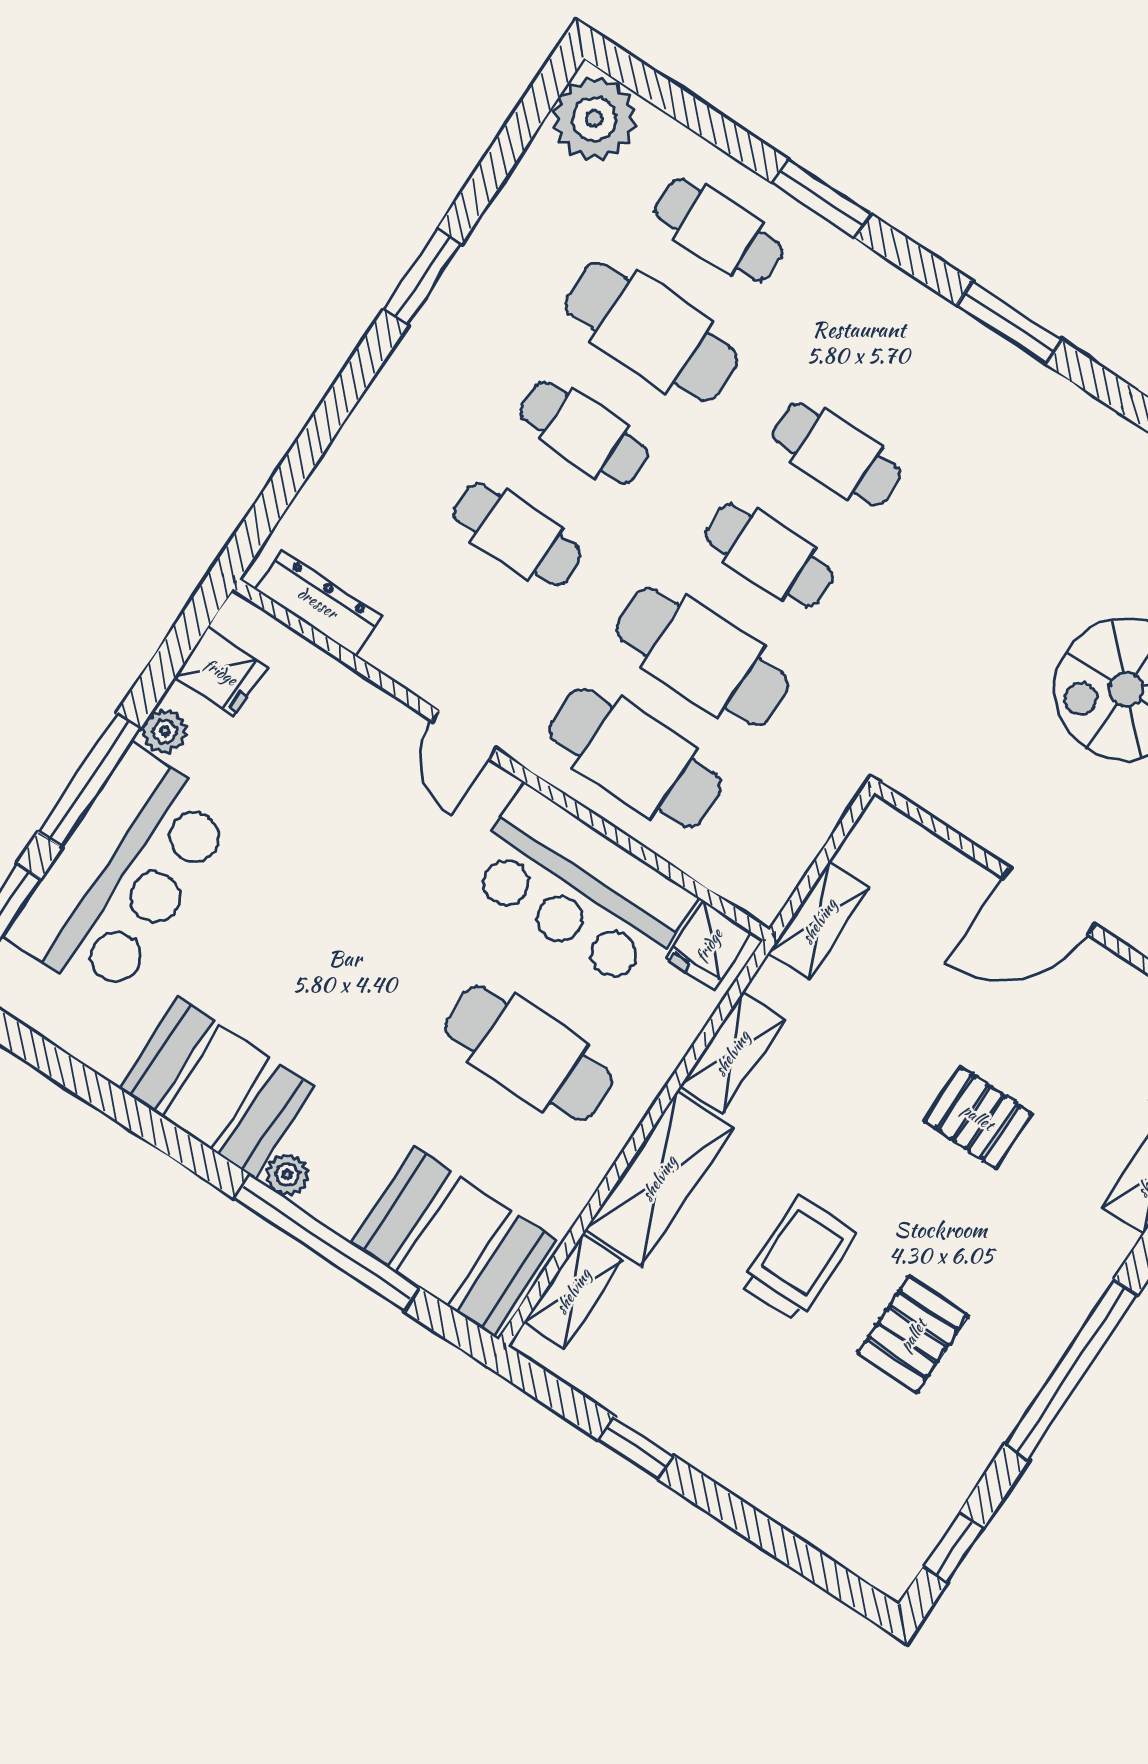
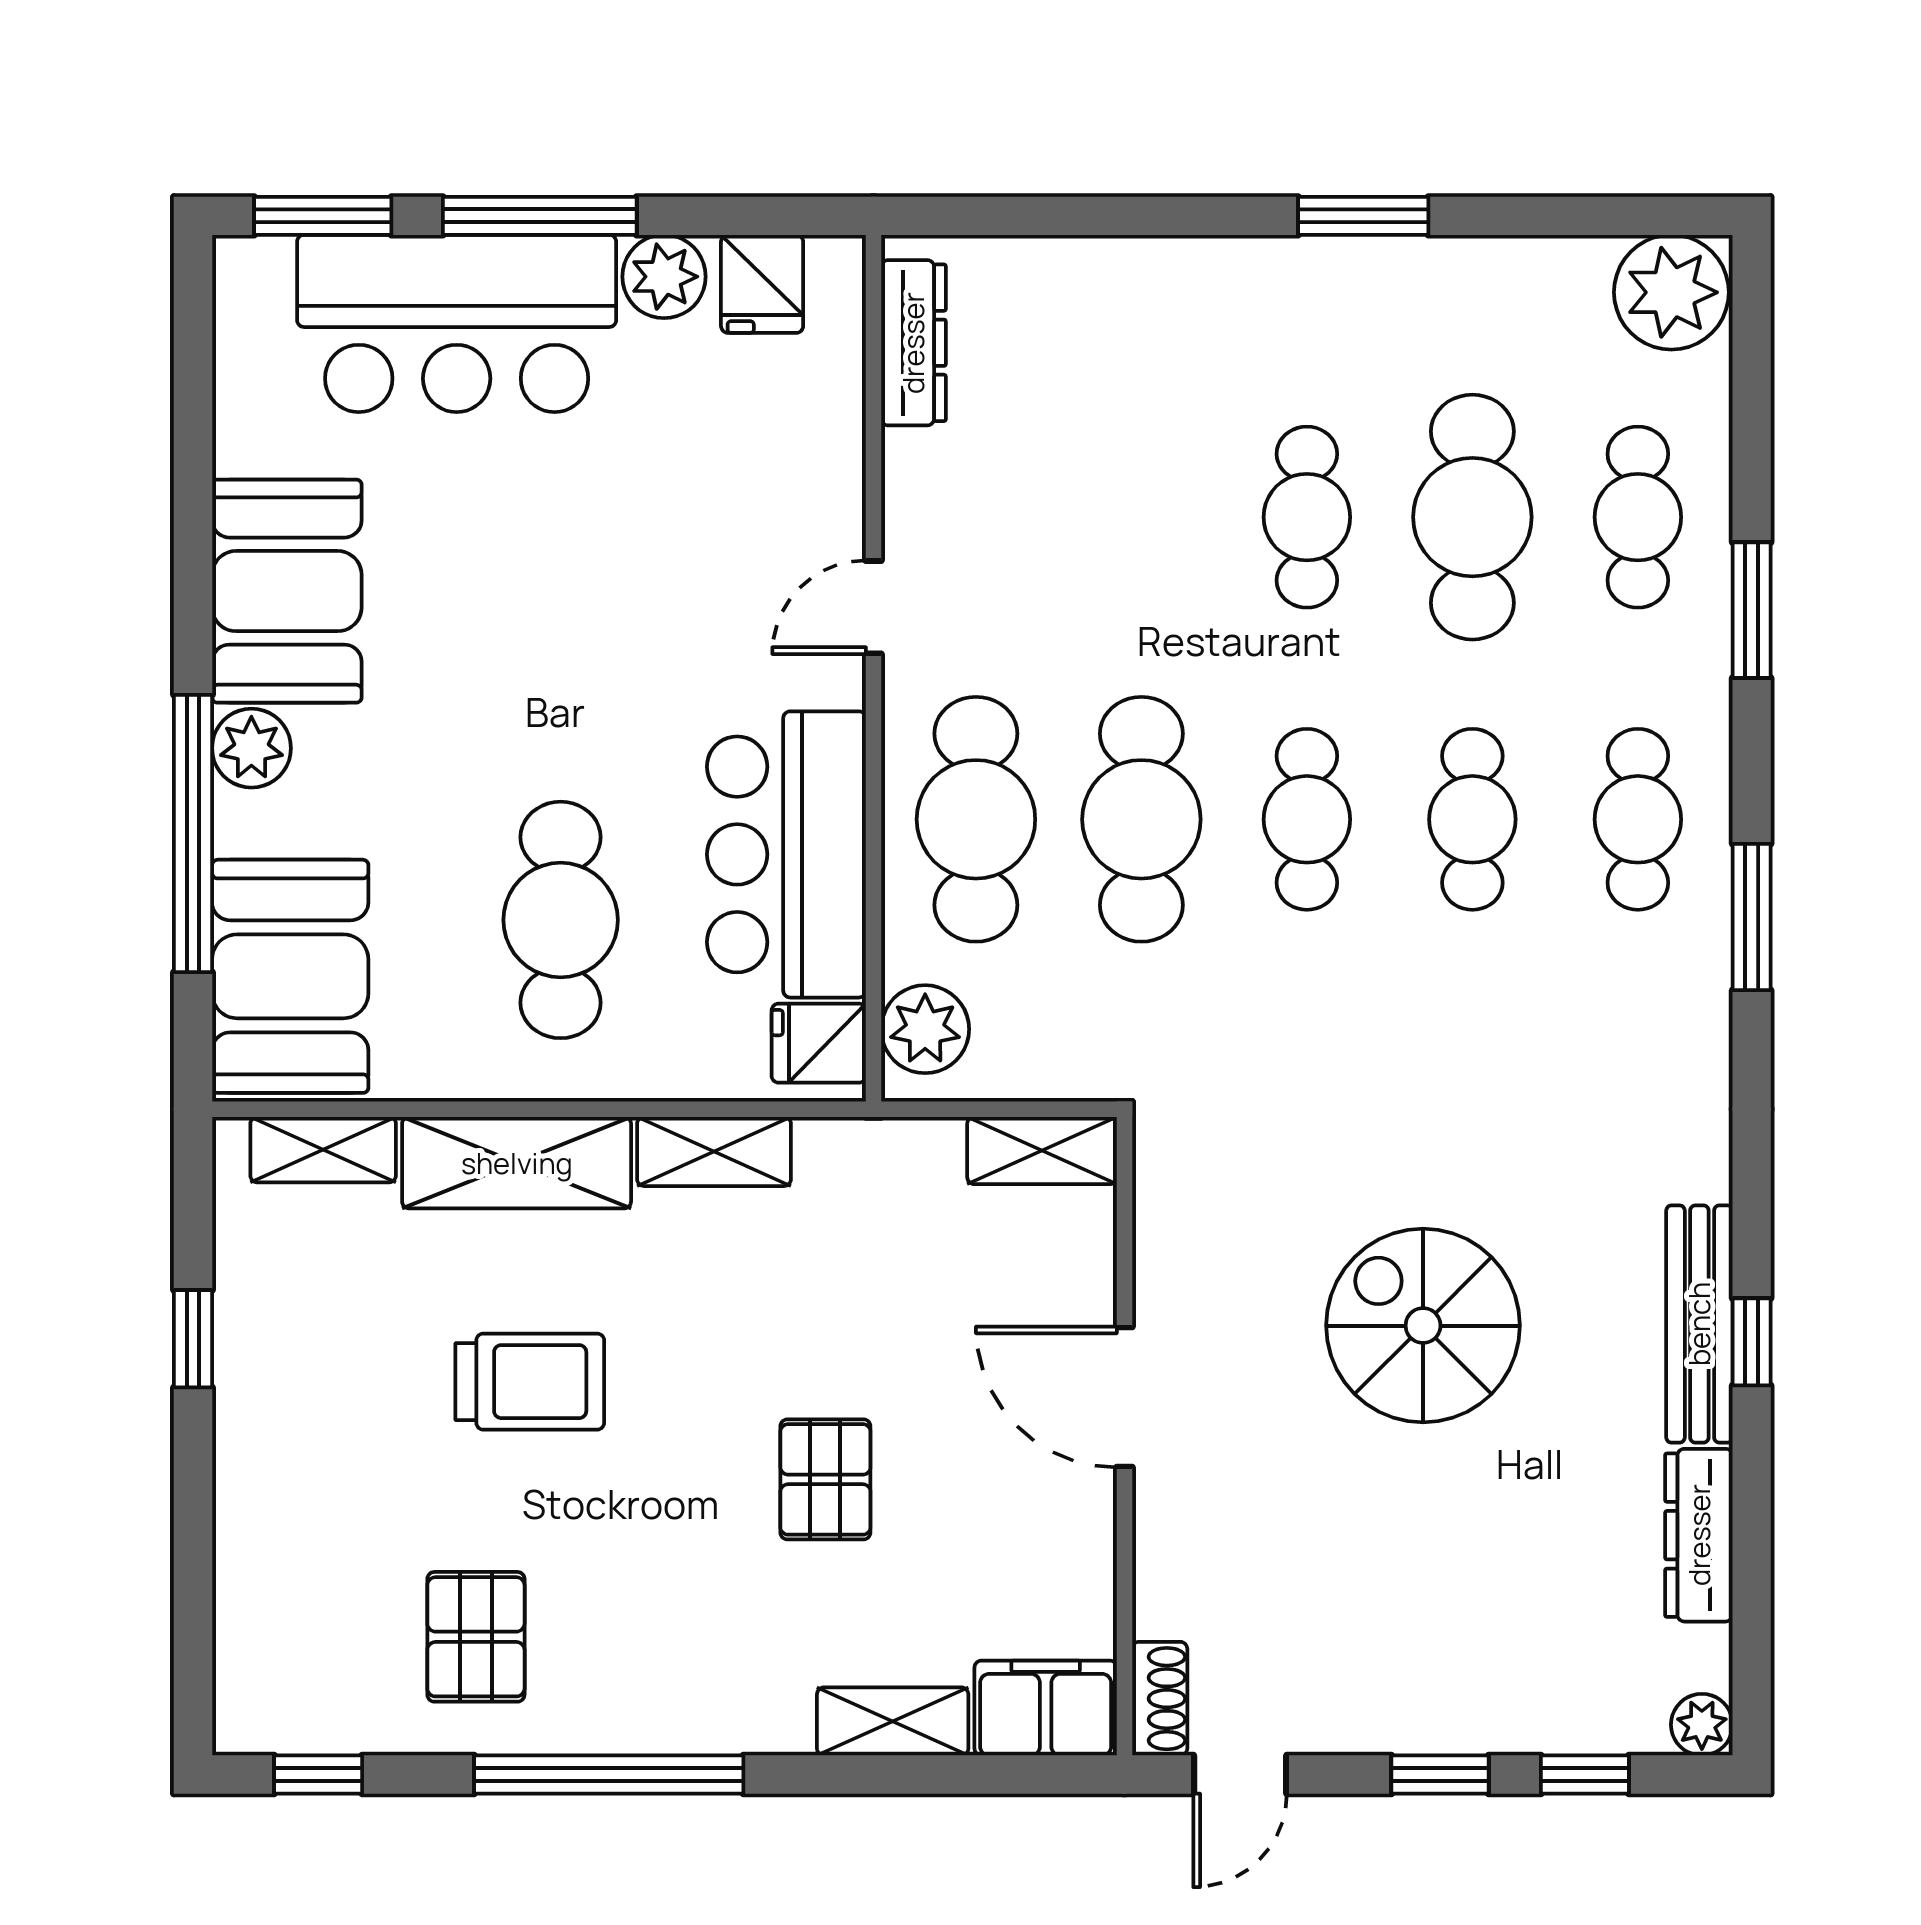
cafe table: (517, 534) -> (1638, 819), moved
plant: (165, 731) -> (664, 277), width x1.38, depth x1.38
plant: (743, 874) -> (925, 1029), added
shelving: (819, 921) -> (1042, 1150), moved
plant: (287, 1175) -> (251, 748), width x1.38, depth x1.38
pallet: (913, 1335) -> (476, 1637), moved, turned 90

